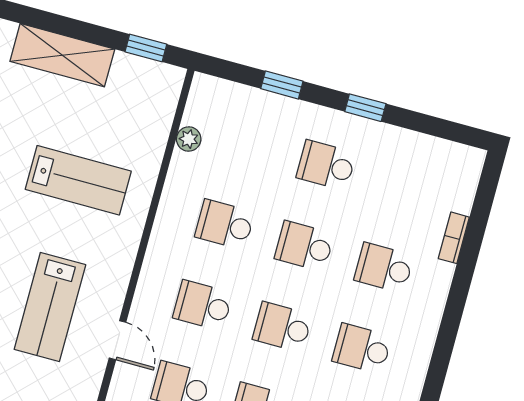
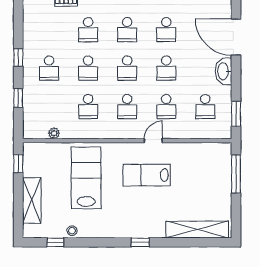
lab bench: (78, 180) -> (86, 178), width x1.36, depth x1.39
lab bench: (50, 307) -> (147, 175), turned 180

